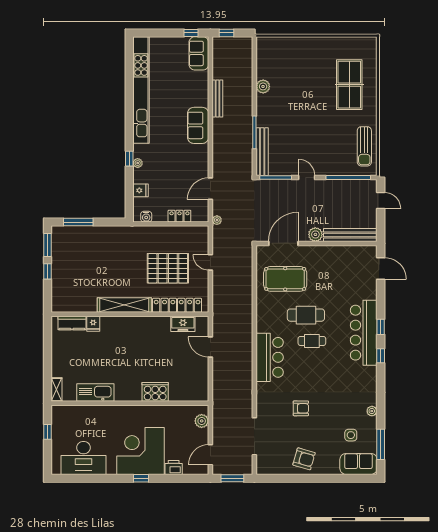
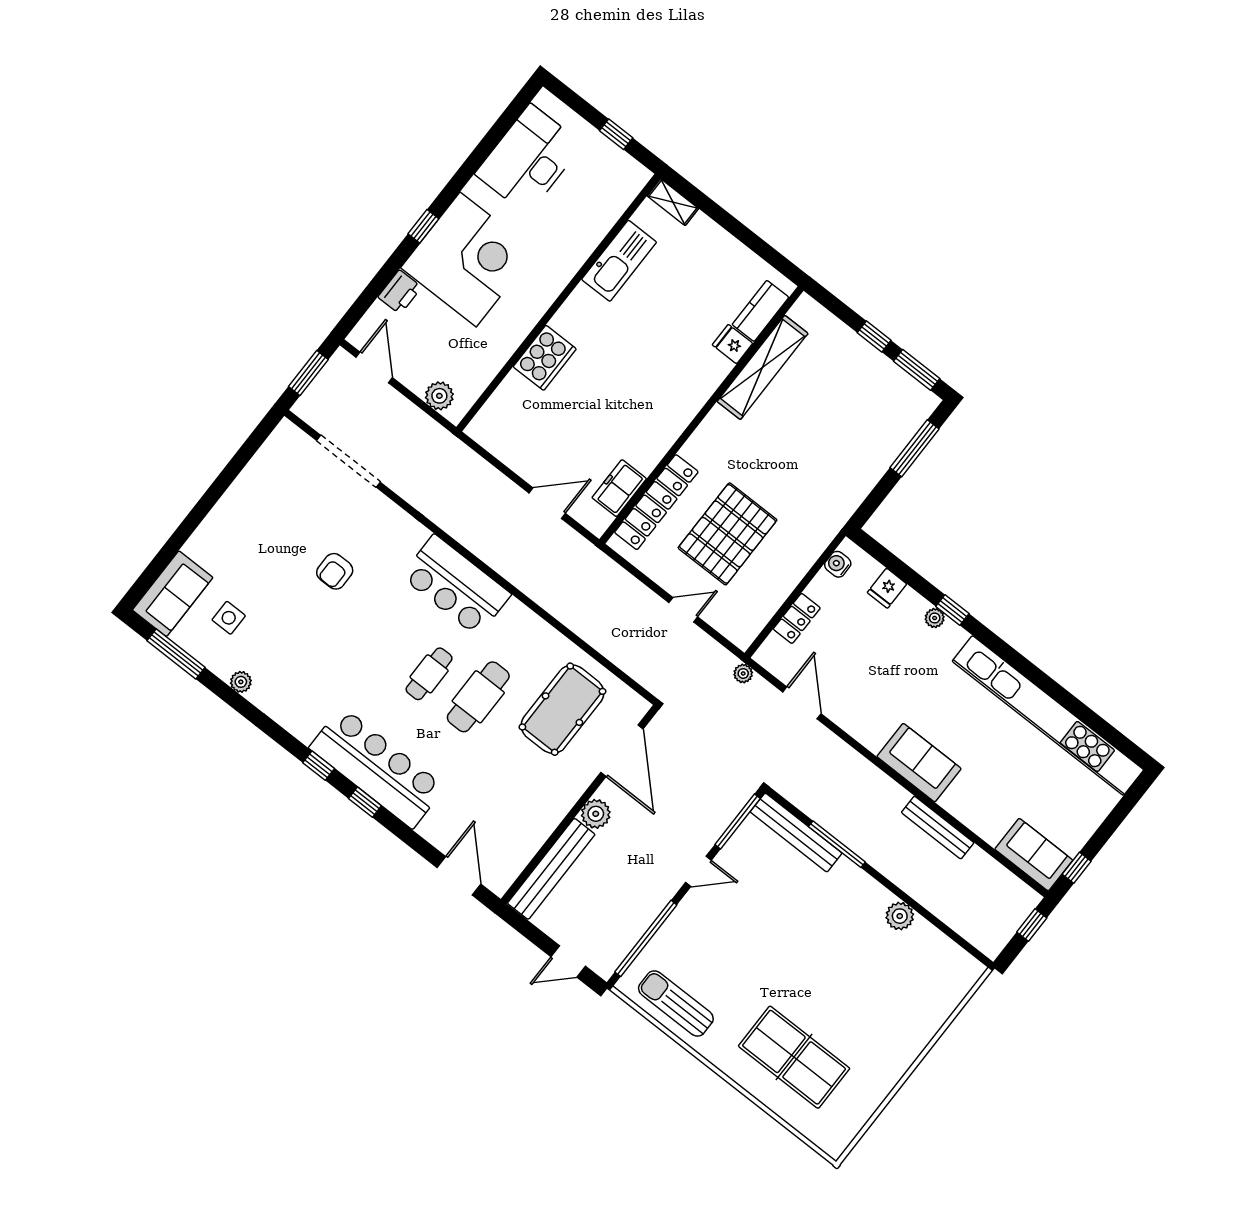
door: (381, 268) -> (459, 876), swing flipped
shelving: (124, 305) -> (763, 367), moved
armchair: (304, 459) -> (250, 513), removed

